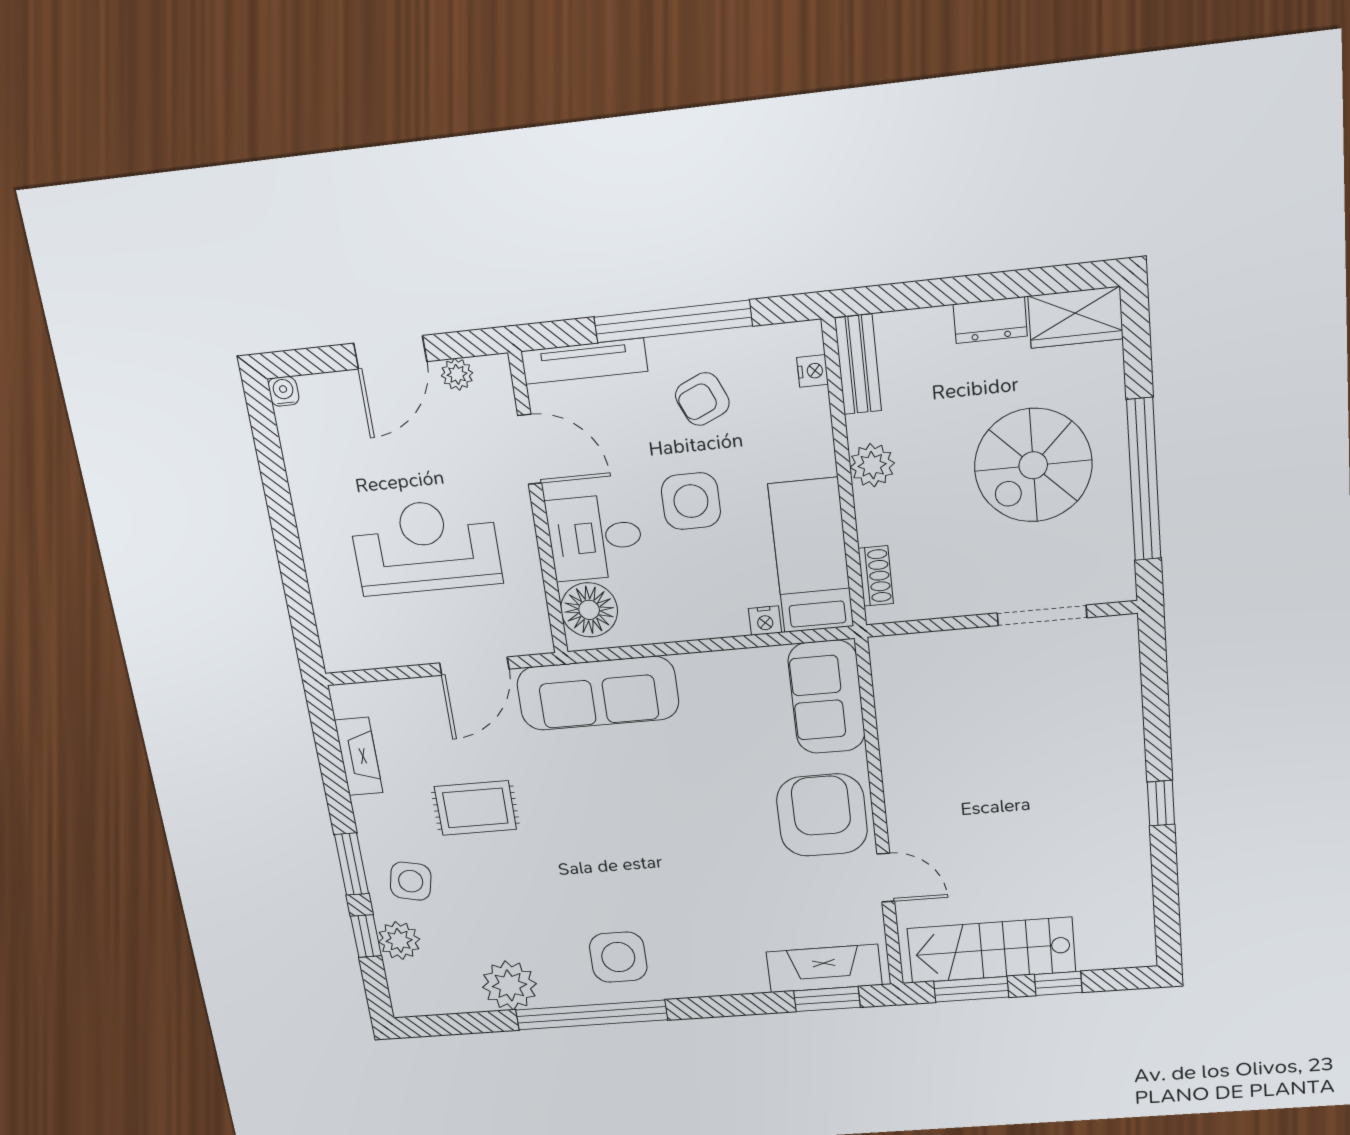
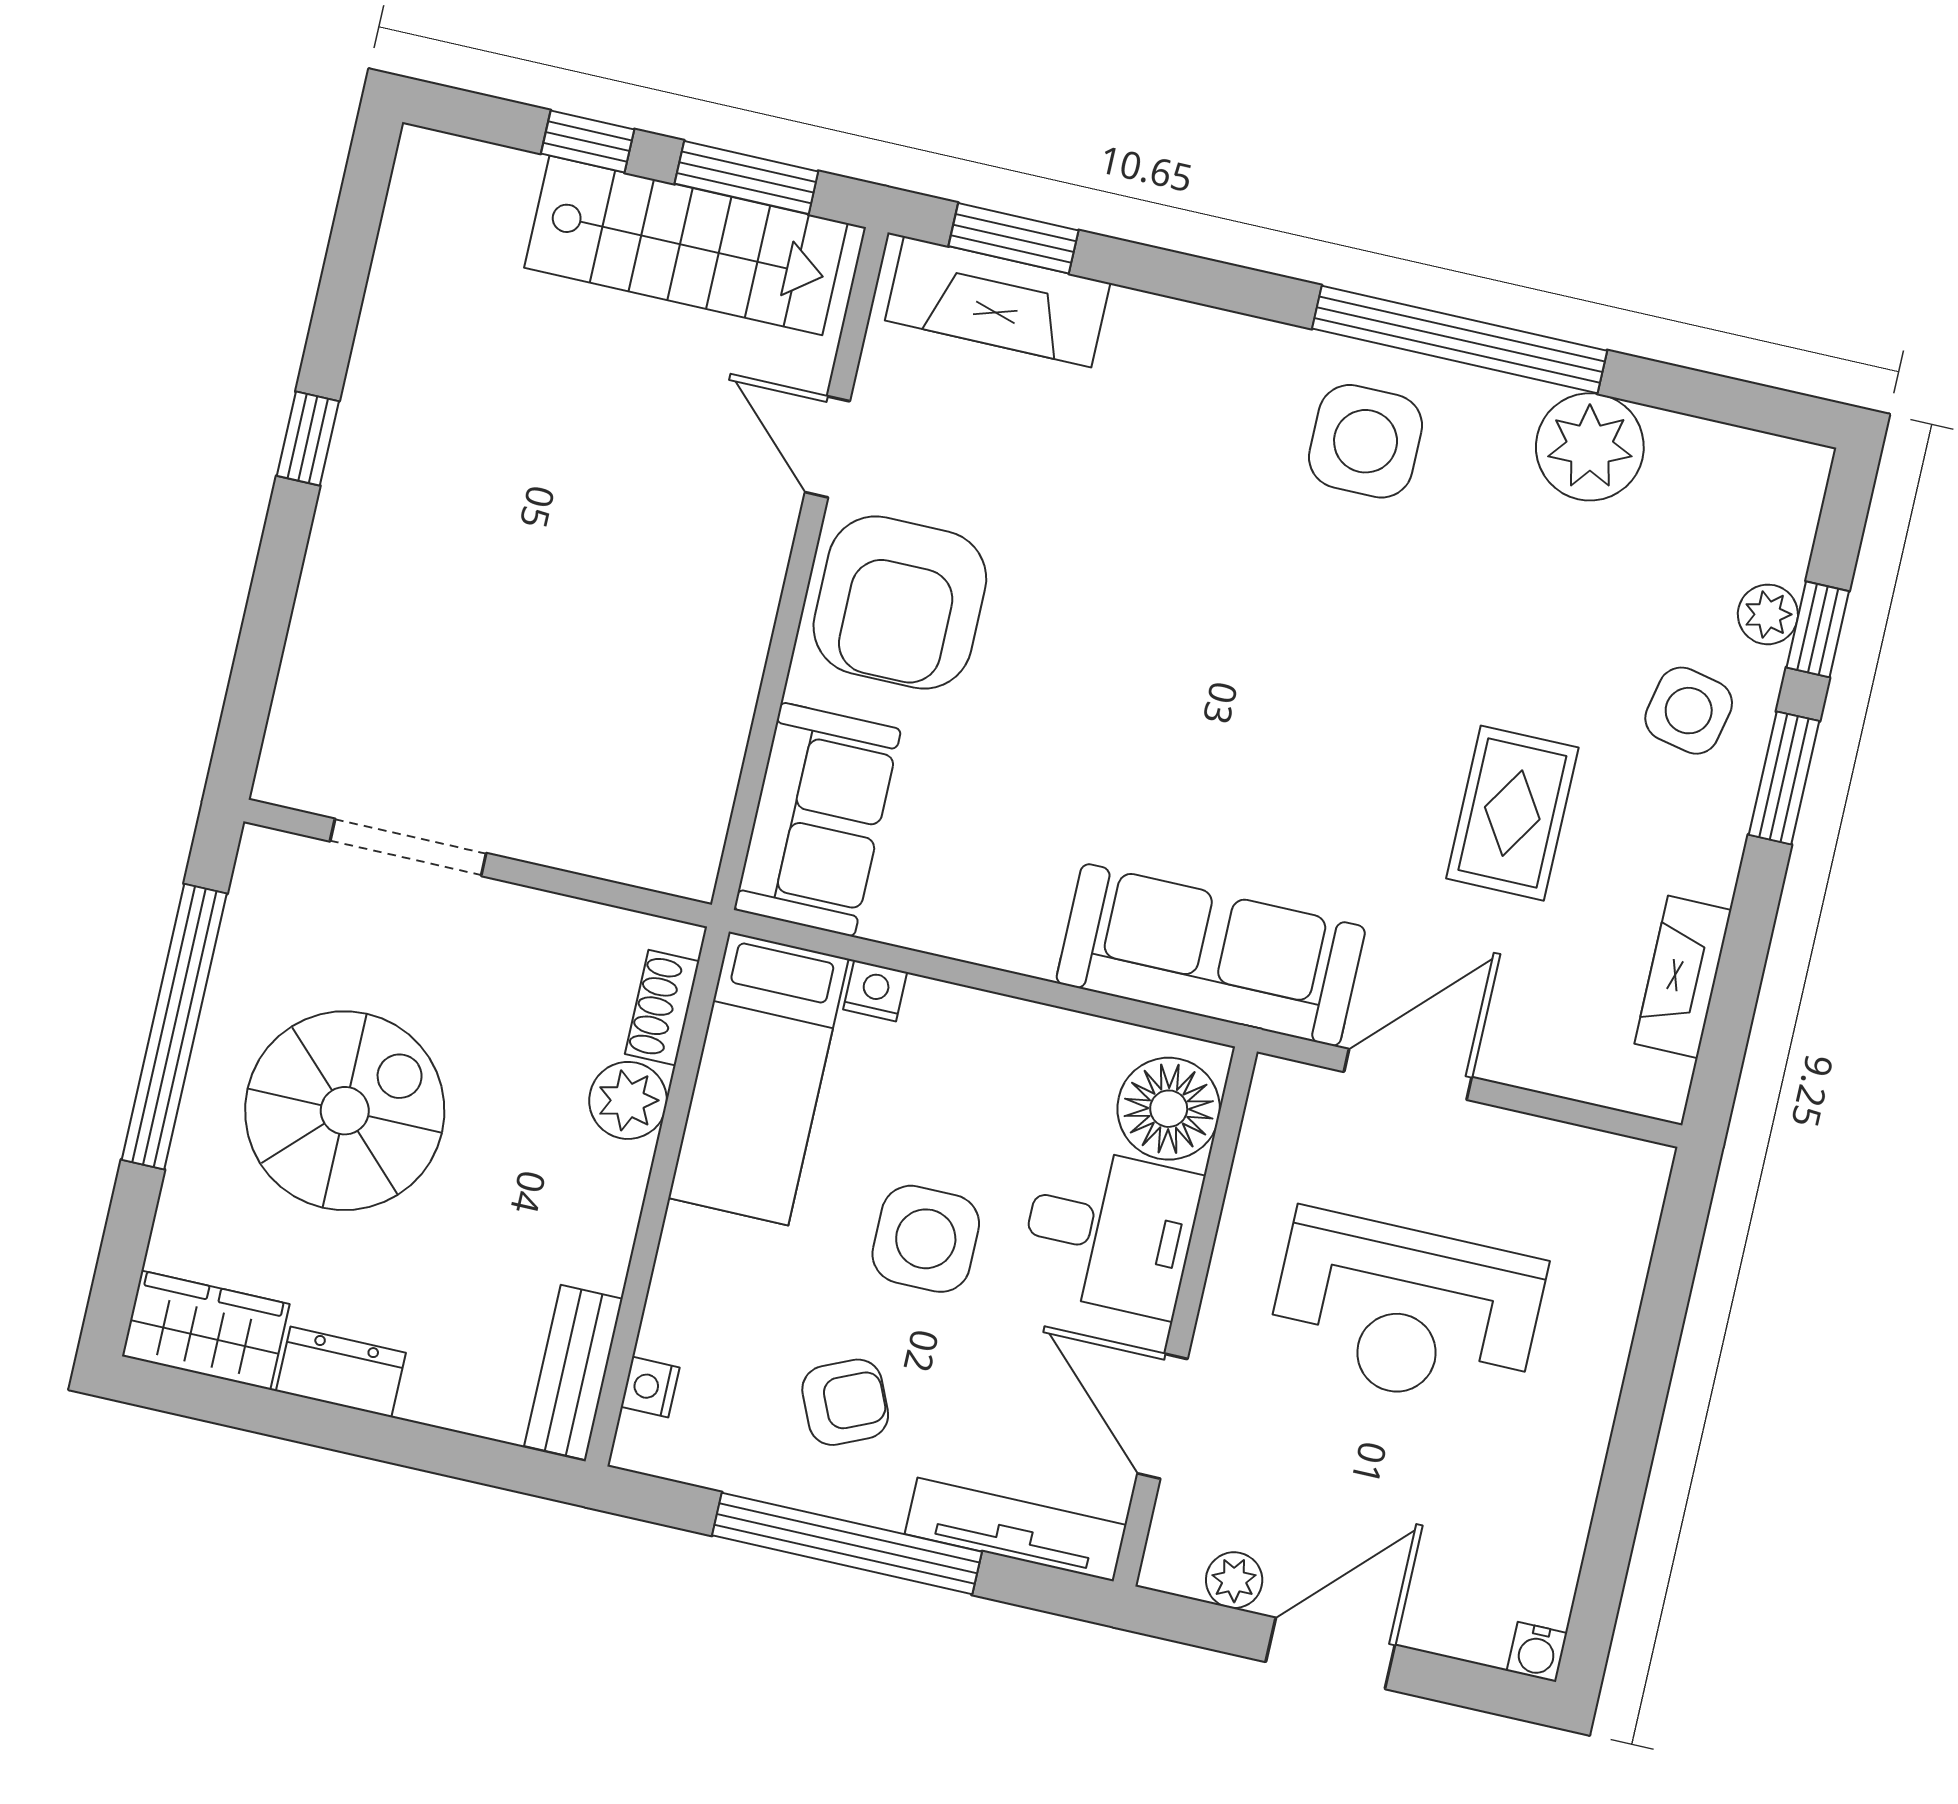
plant: (872, 465) -> (628, 1100), moved
rug: (475, 808) -> (1512, 813), turned 90
plant: (399, 940) -> (1768, 614), width x0.73, depth x0.73

